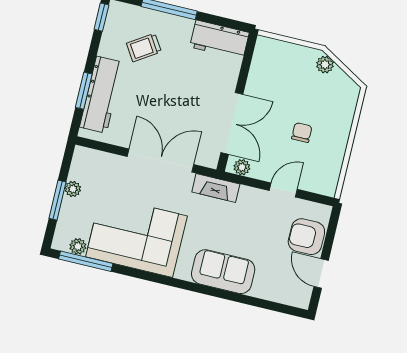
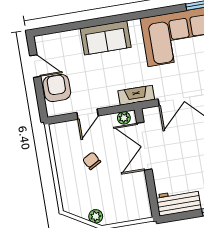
chair: (302, 133) -> (92, 161), turned 151
armchair: (306, 237) -> (57, 88), turned -90

